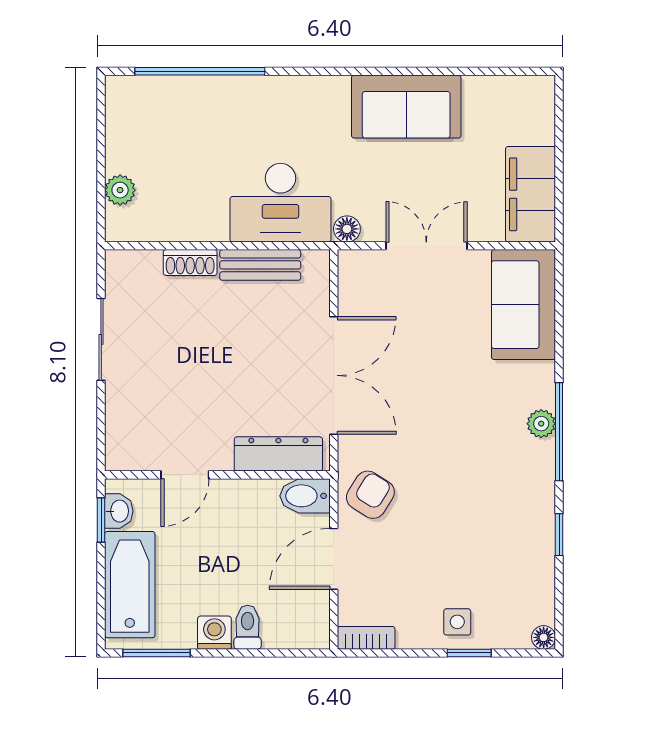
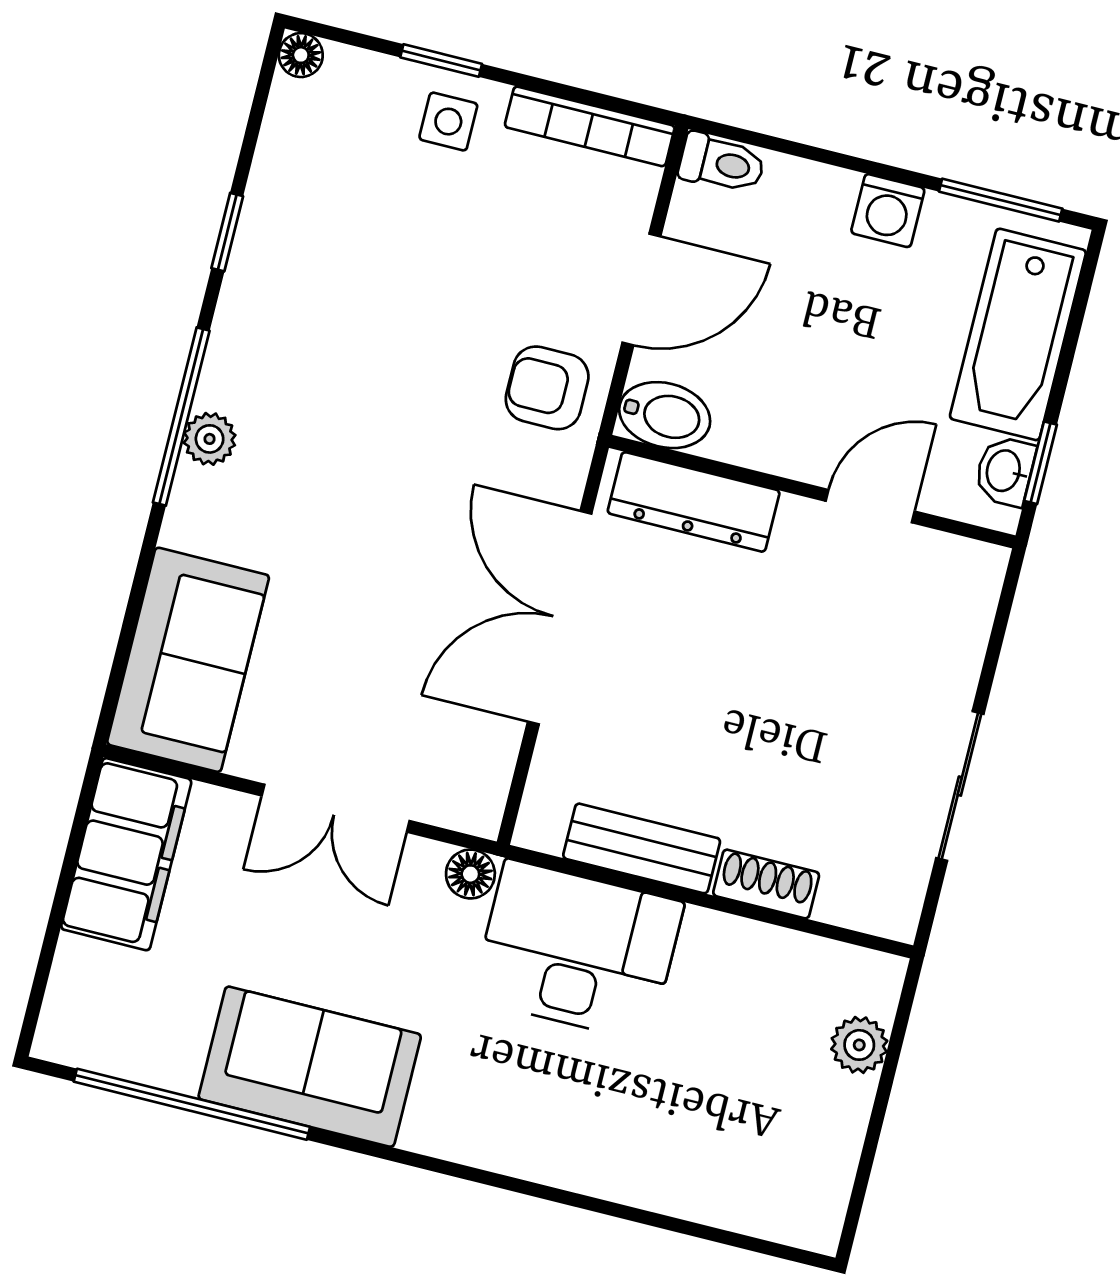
window: (200, 71) -> (192, 1104), moved
armchair: (370, 495) -> (547, 388), turned 58
toilet: (248, 627) -> (722, 163), moved, turned -90
bookcase: (366, 638) -> (590, 126), width x1.56

